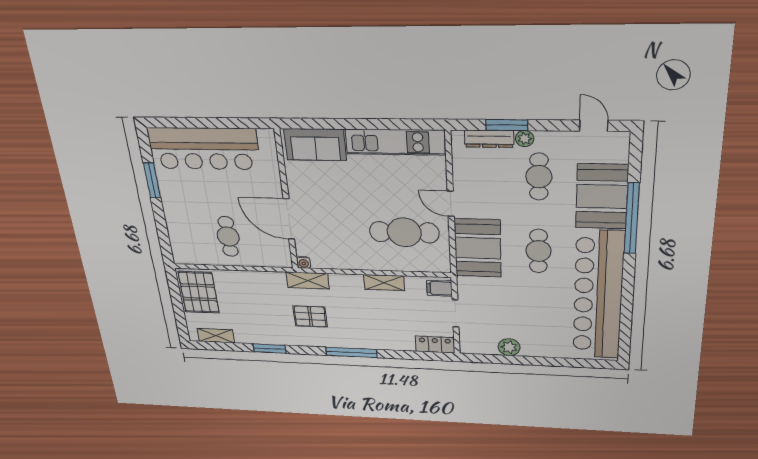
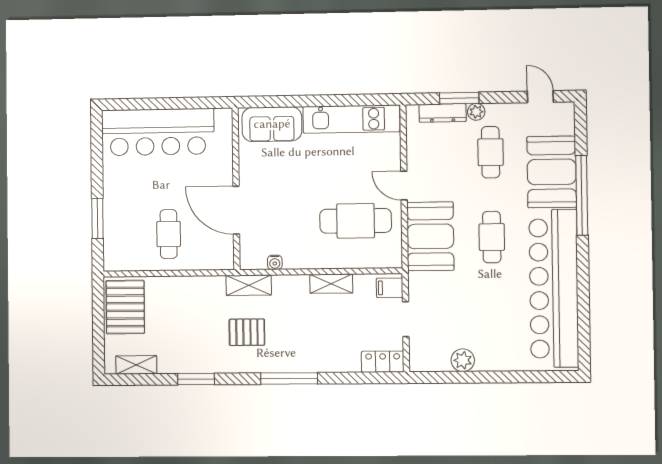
window: (152, 180) -> (97, 219), moved
water cooler: (304, 263) -> (275, 262), moved

